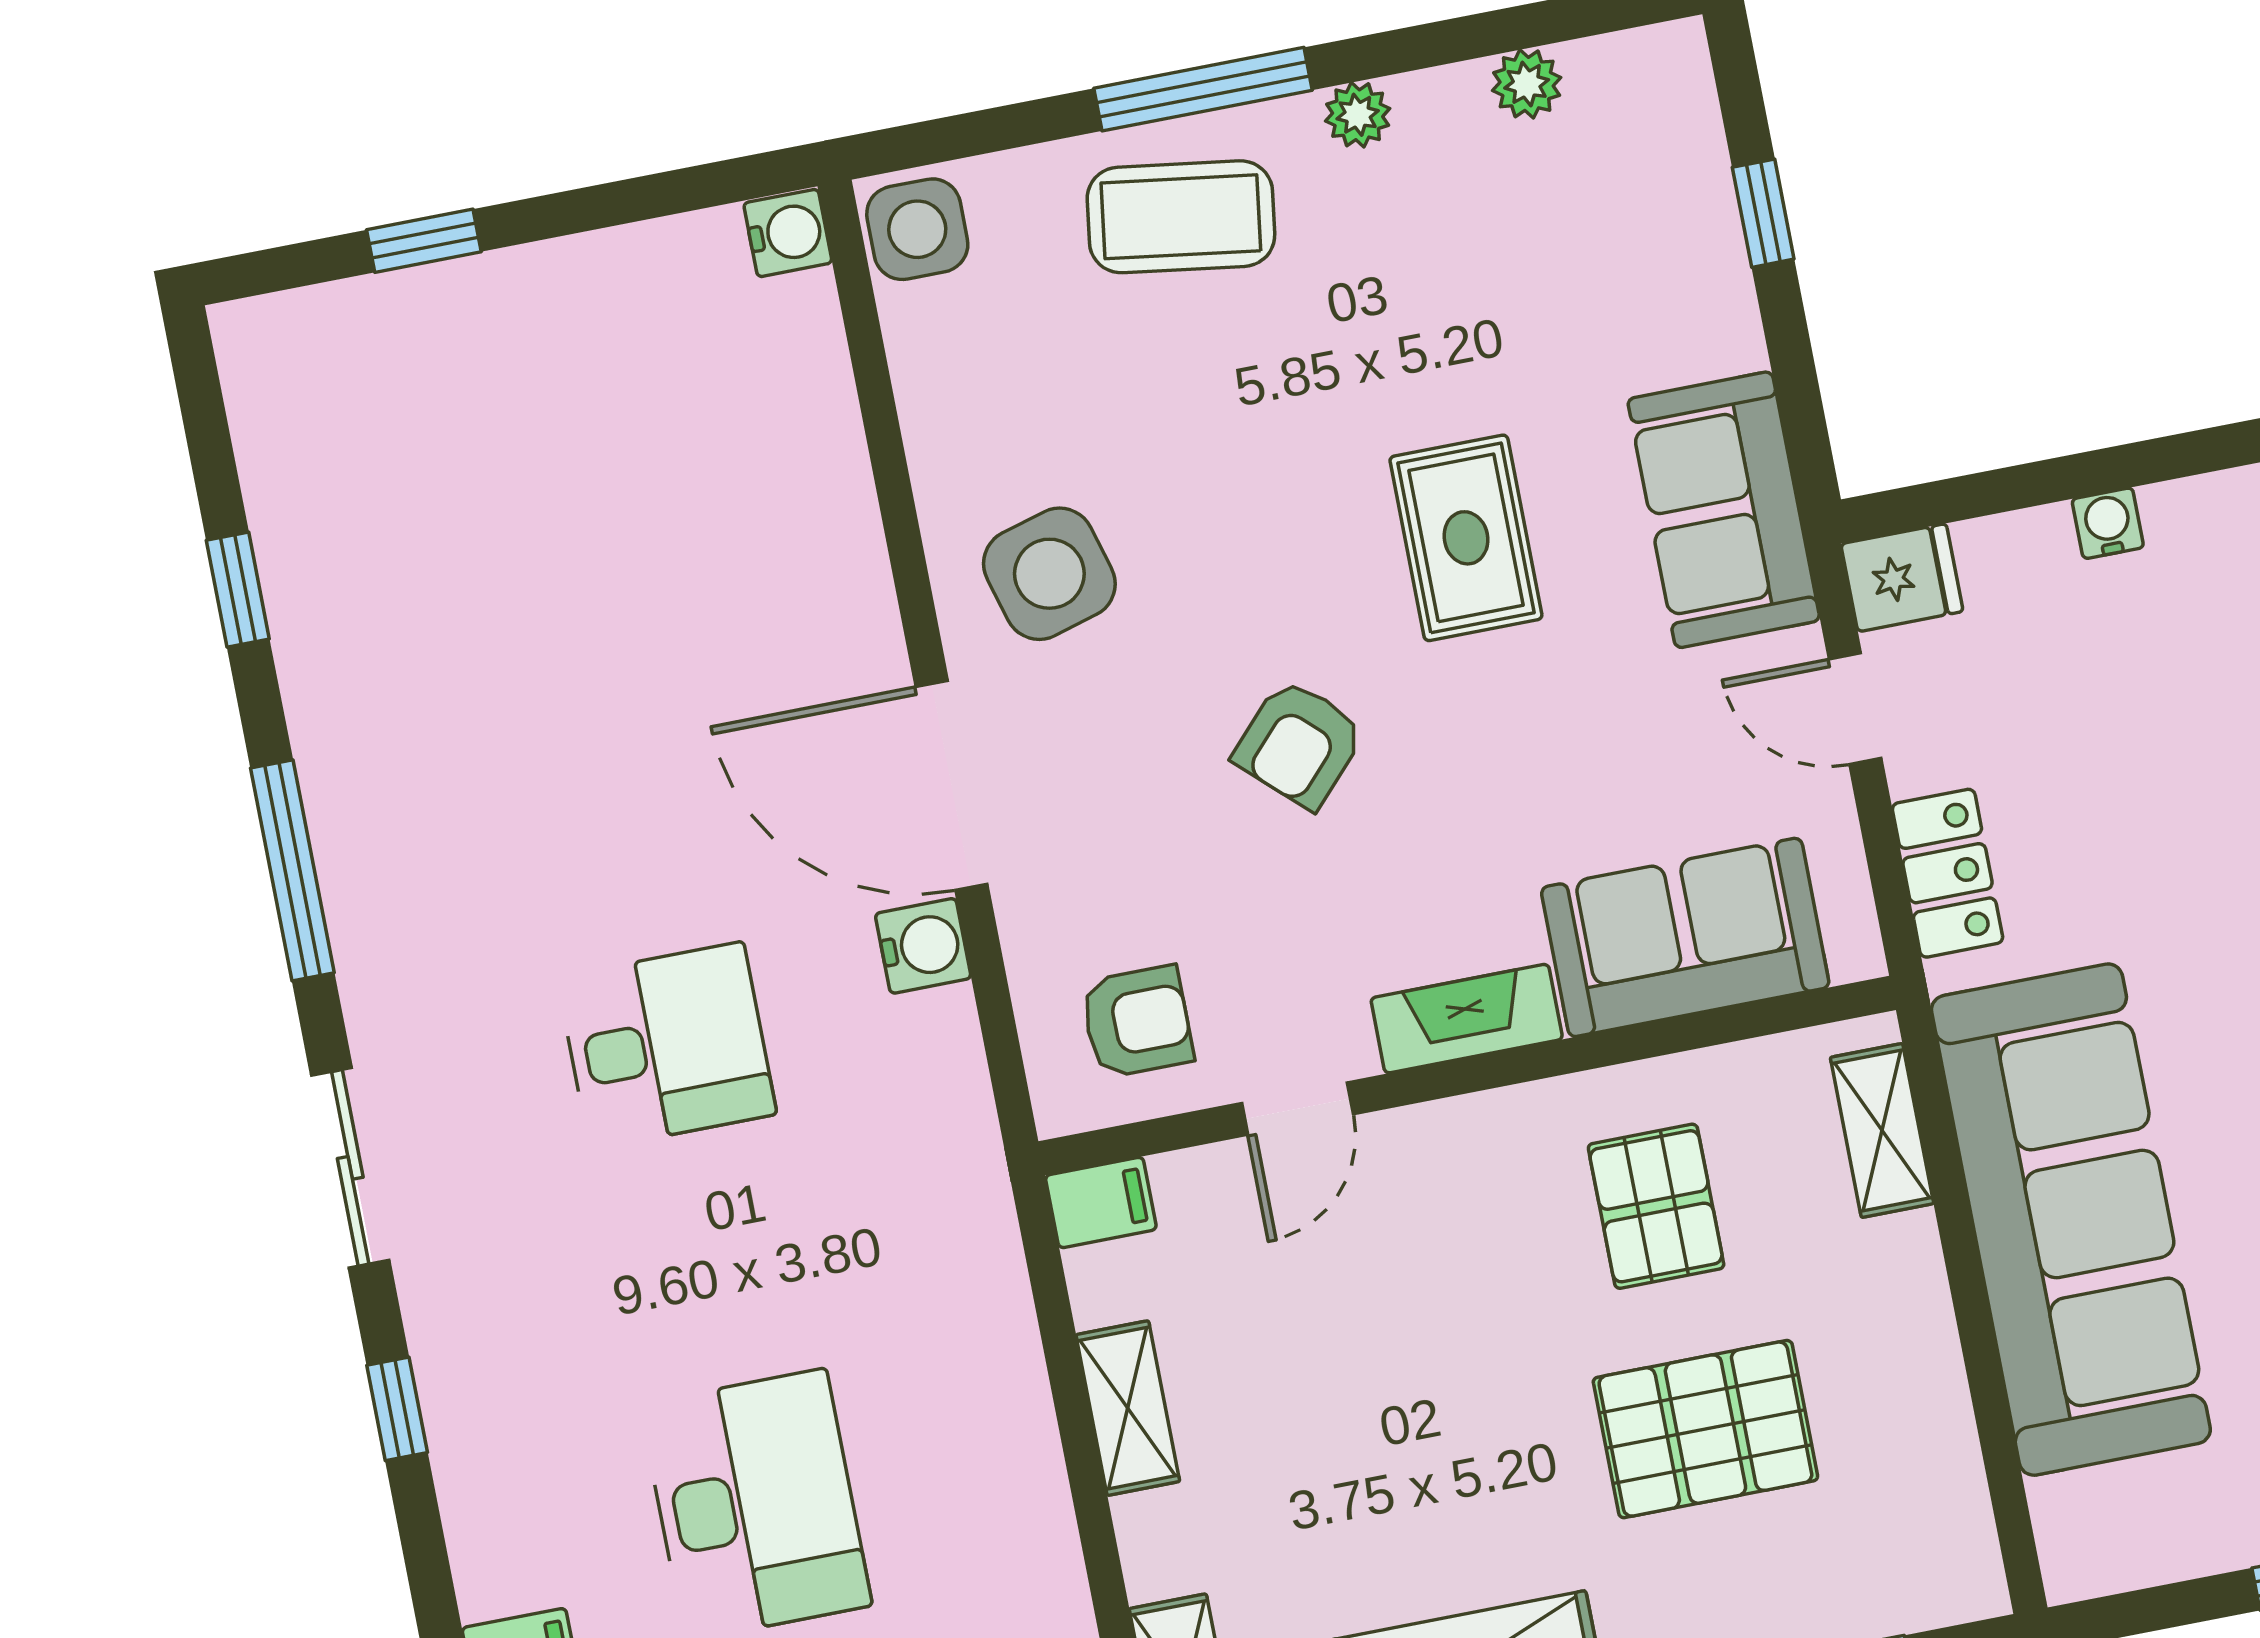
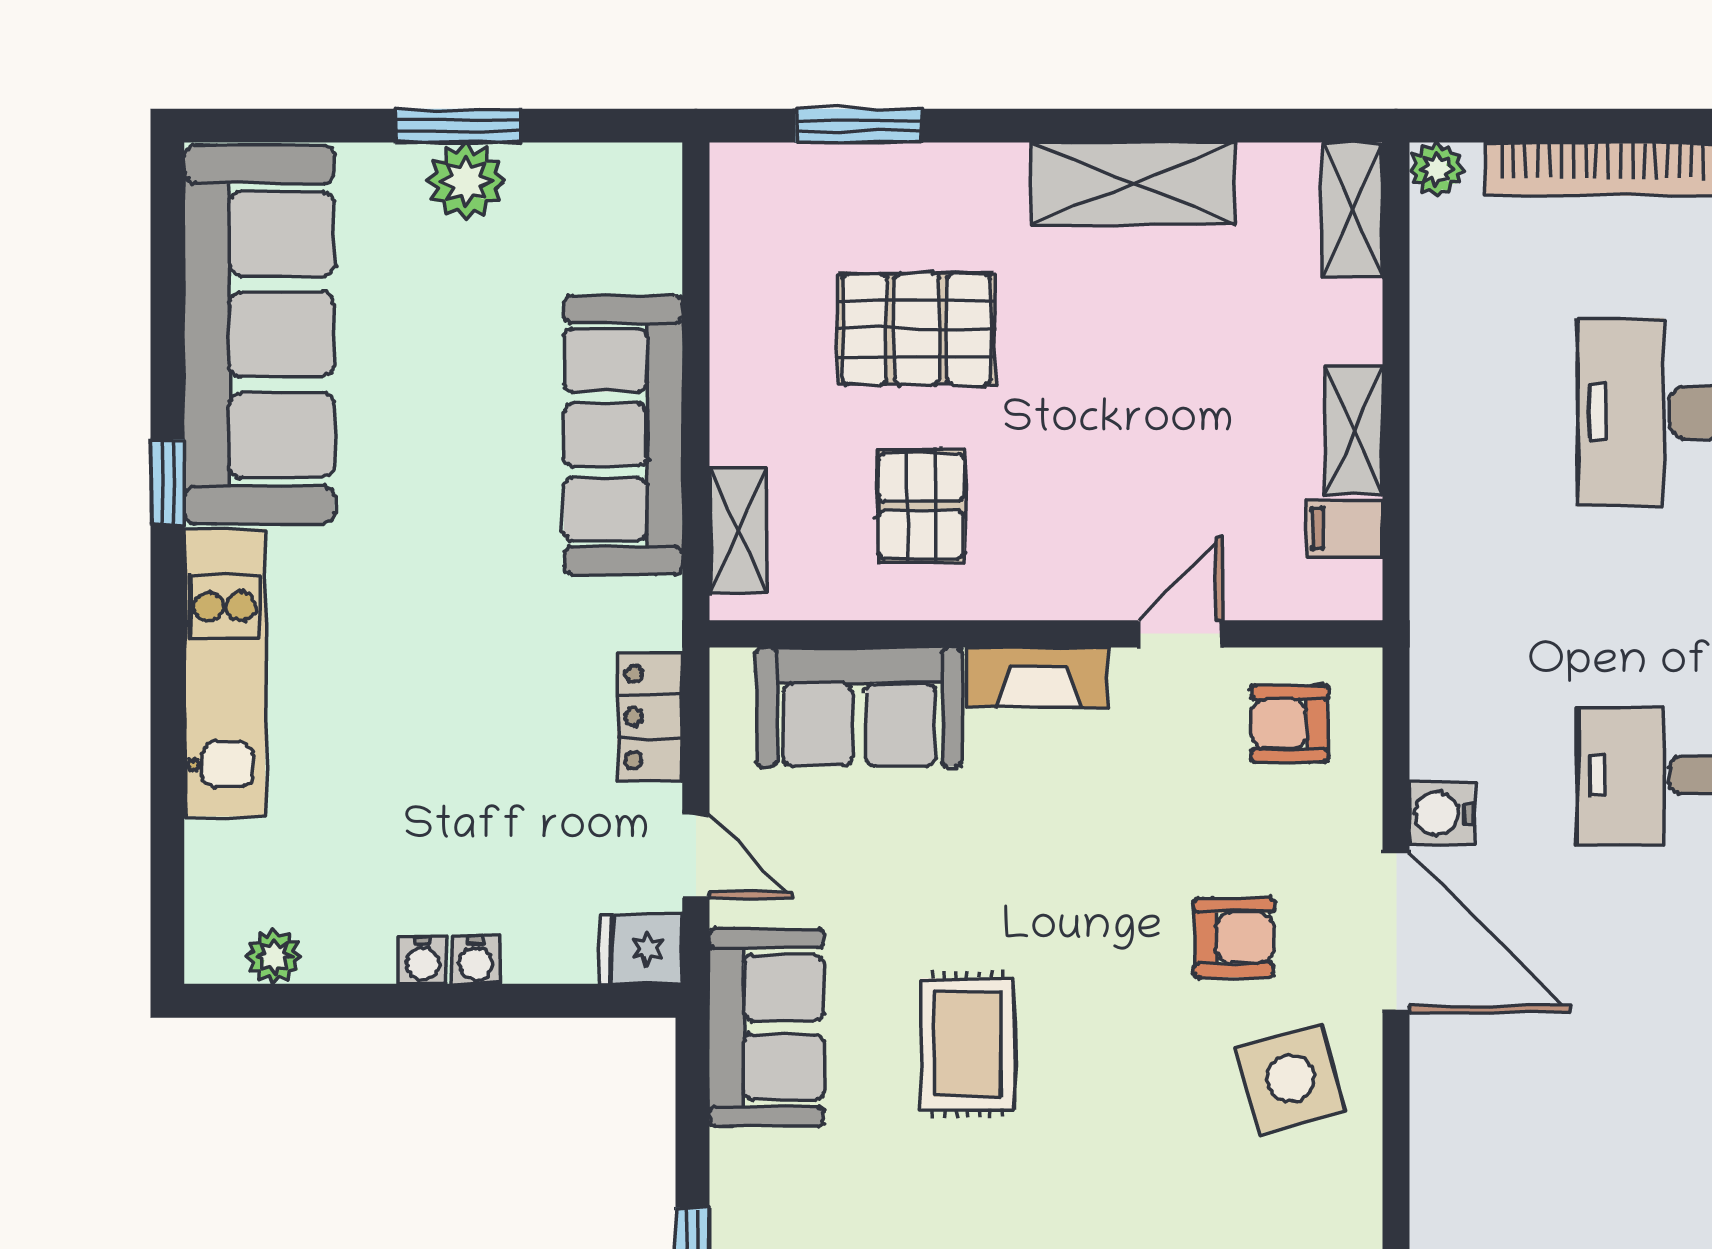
water cooler: (2175, 510) -> (423, 960), added
armchair: (1299, 744) -> (1234, 938), moved, turned 47
filing cabinet: (1101, 1202) -> (1344, 529), moved
sofa: (2071, 1220) -> (623, 435), width x0.74, depth x0.79

